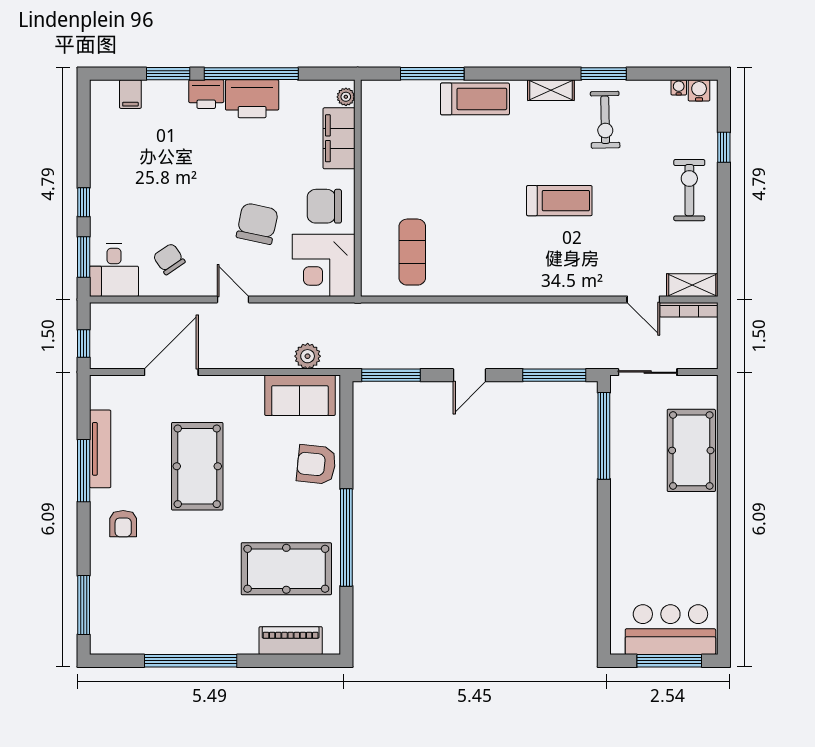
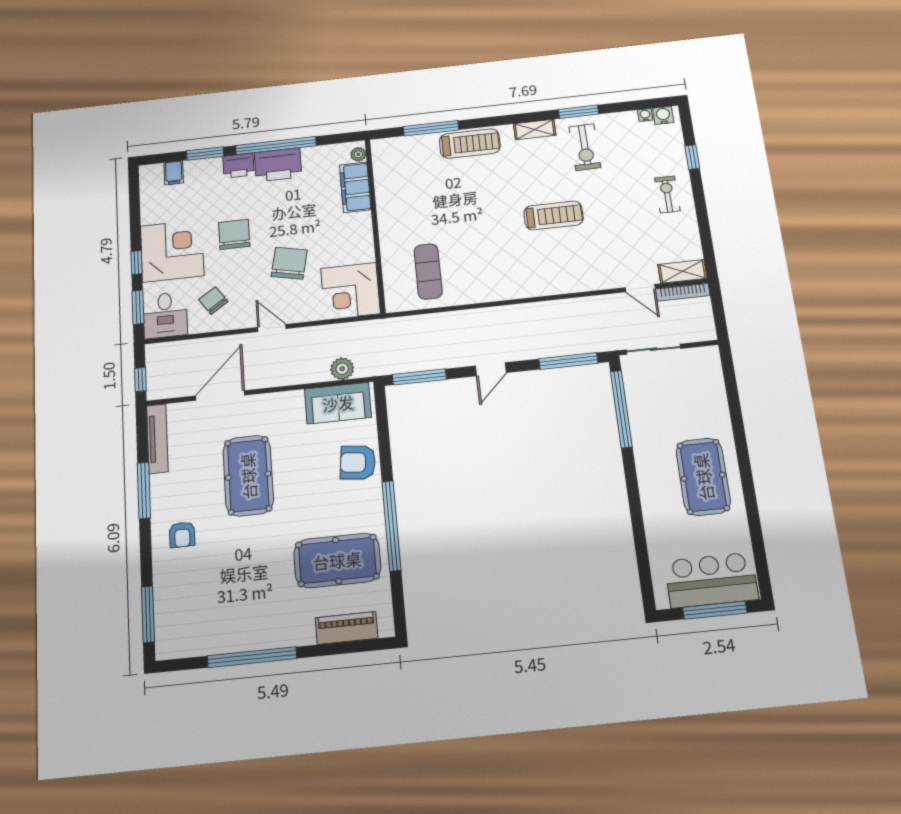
exercise bike: (689, 190) -> (667, 194), width x0.73, depth x0.72
corner desk: (125, 192) -> (172, 251), added
chair: (324, 206) -> (234, 234), moved, turned 90
tv unit: (100, 449) -> (157, 439), moved
pool table: (691, 450) -> (703, 477), moved

